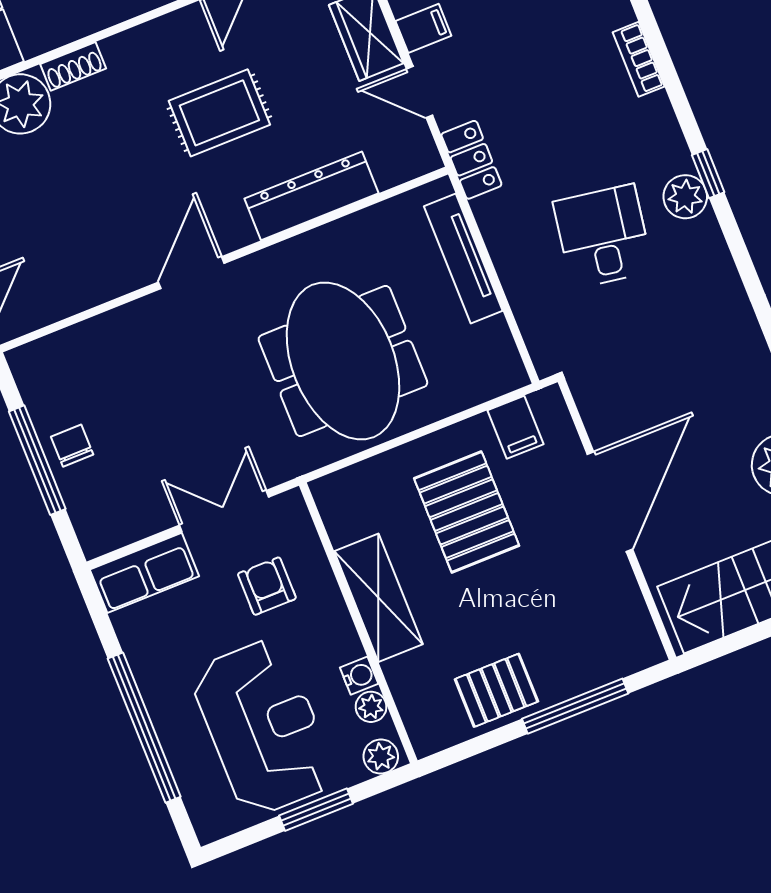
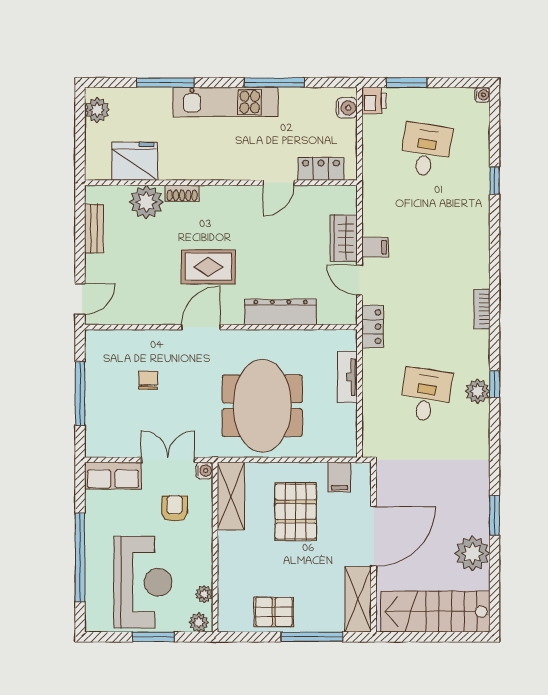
rug: (219, 113) -> (208, 267), moved
tv unit: (463, 258) -> (347, 377), width x0.71
chair: (72, 446) -> (148, 380), moved
shelving: (378, 598) -> (231, 496), moved
shelving: (626, 615) -> (358, 599), added
water cooler: (359, 676) -> (204, 471), moved

